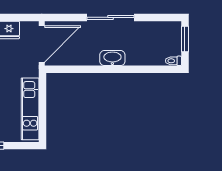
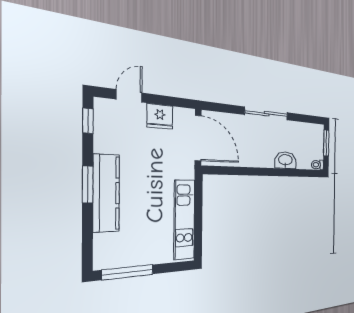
door: (42, 44) -> (198, 138), hinge flipped
washbasin: (112, 58) -> (285, 160), moved

